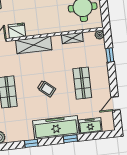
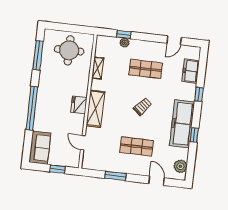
fridge: (17, 31) -> (79, 105), moved
plant: (99, 35) -> (125, 43), moved
door: (115, 103) -> (174, 40), hinge flipped
freezer: (56, 127) -> (182, 124), moved

